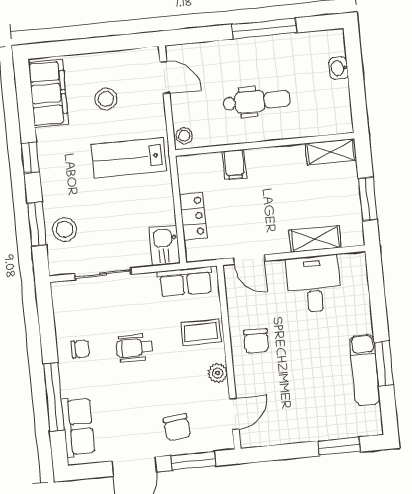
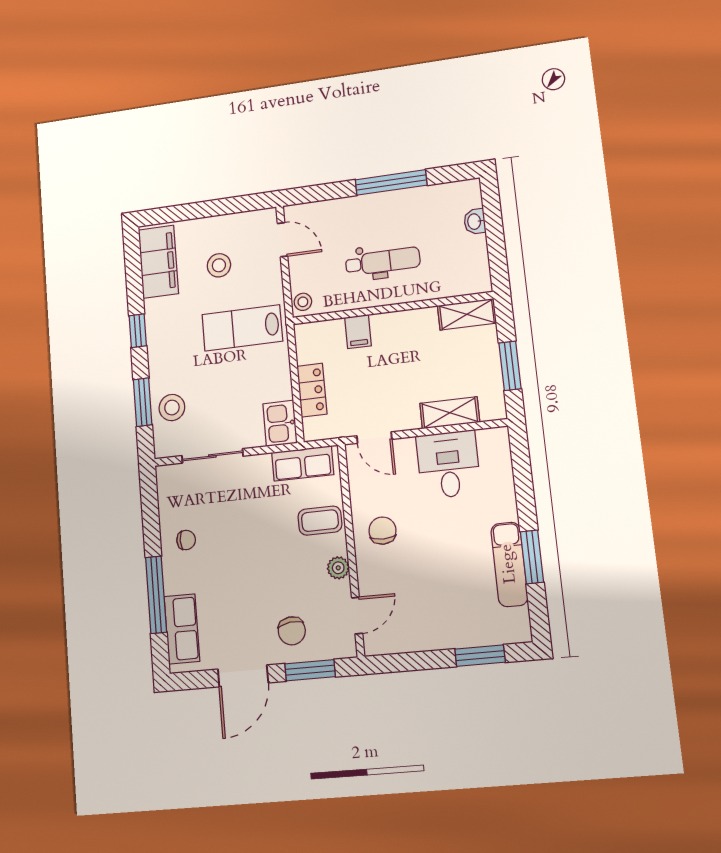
chair: (256, 341) -> (382, 531), turned 180
wheelchair: (135, 348) -> (245, 539), removed

